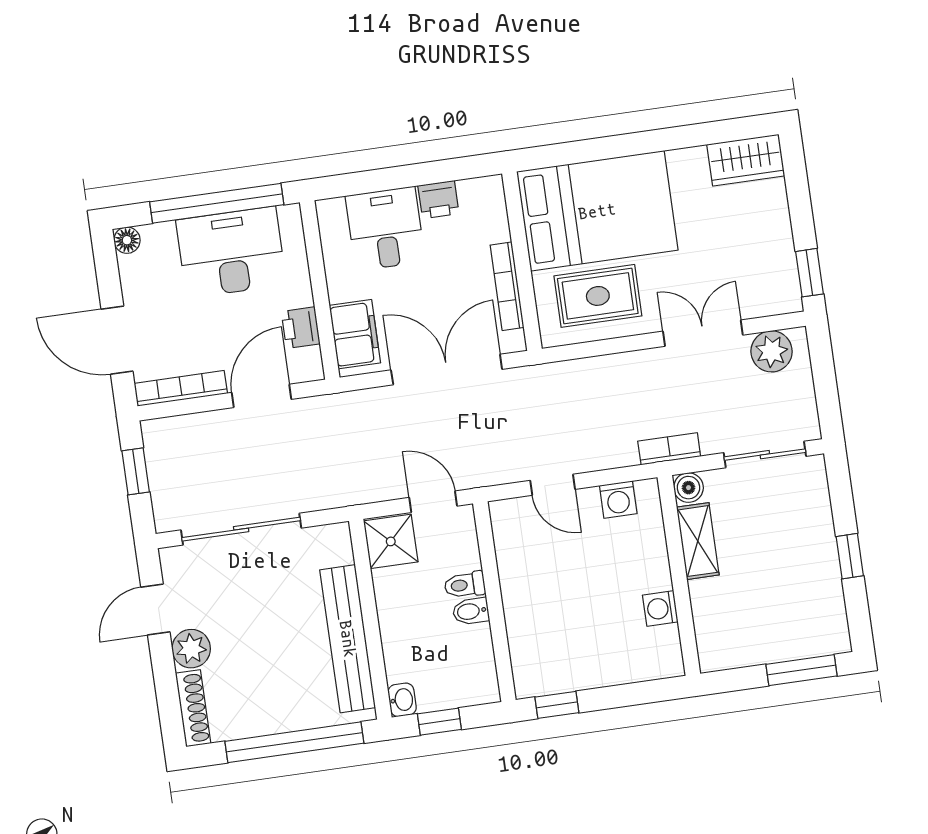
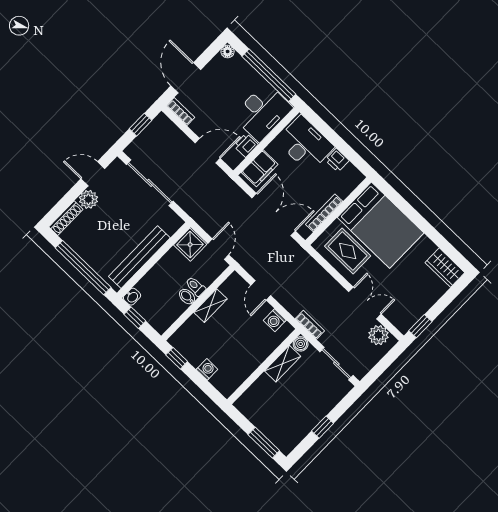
desk: (385, 229) -> (305, 144), width x1.37
desk: (231, 252) -> (263, 112), moved, turned 90
bookcase: (181, 388) -> (180, 111), width x0.64
shelving: (515, 585) -> (210, 306), added
washing machine: (660, 608) -> (207, 369), moved, turned 90

